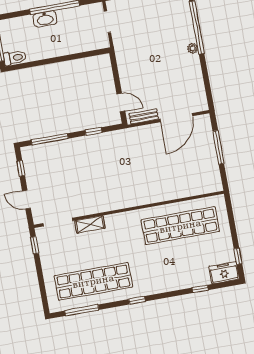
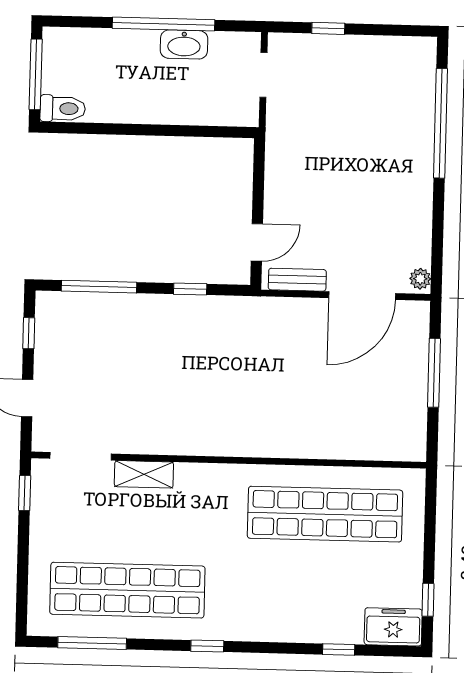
washbasin: (45, 19) -> (184, 44), moved
plant: (193, 48) -> (420, 279), moved
door: (121, 103) -> (257, 242), hinge flipped

